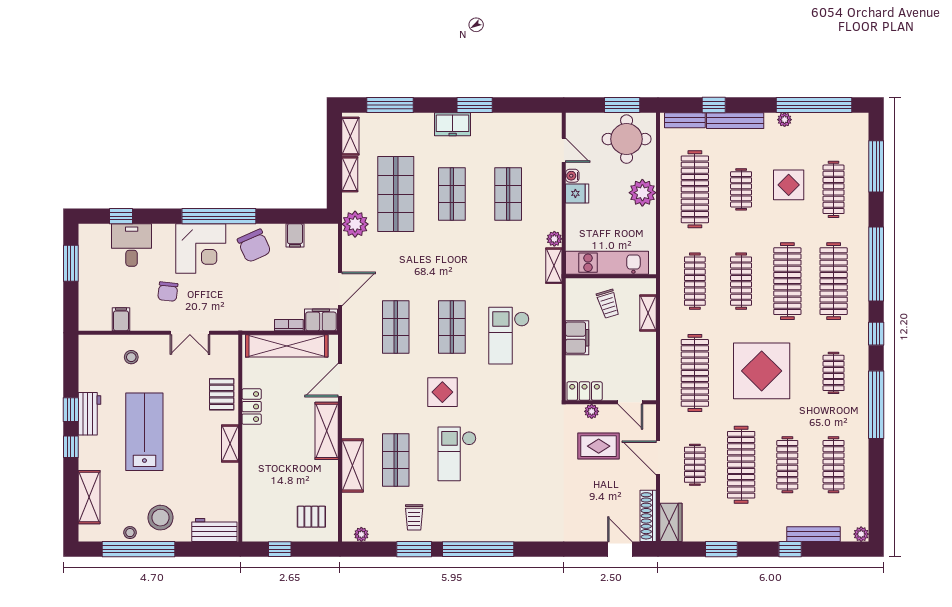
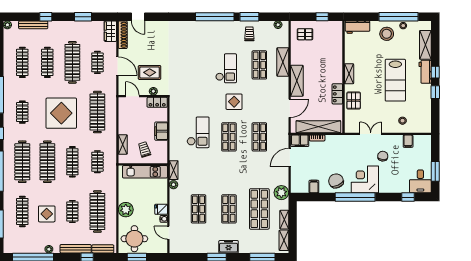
desk: (132, 245) -> (420, 181), moved
clothes rail: (695, 281) -> (97, 162), width x0.73
workbench: (90, 414) -> (425, 72), moved

